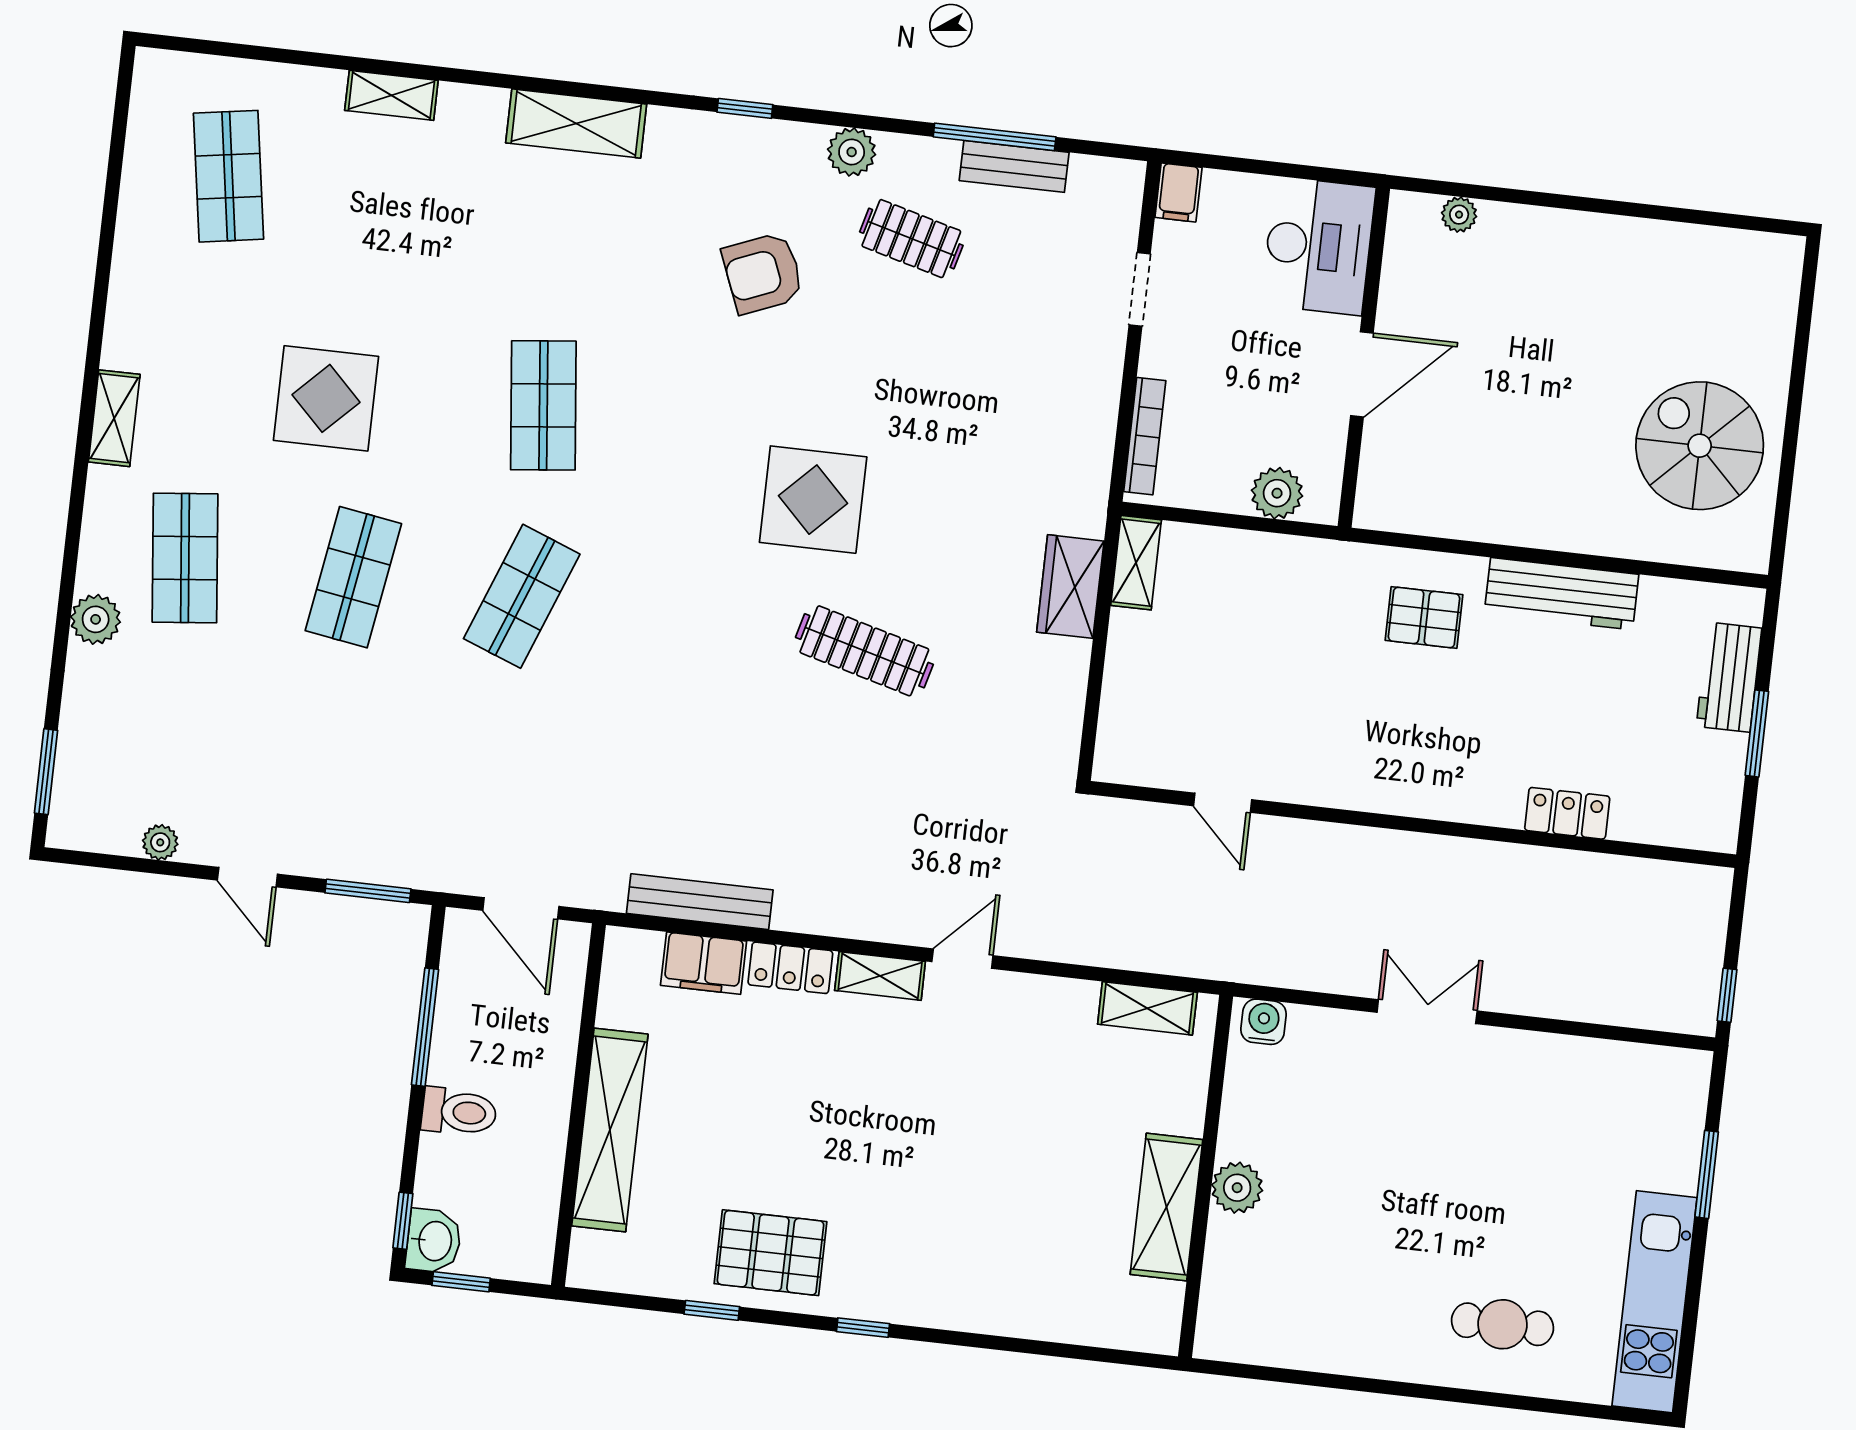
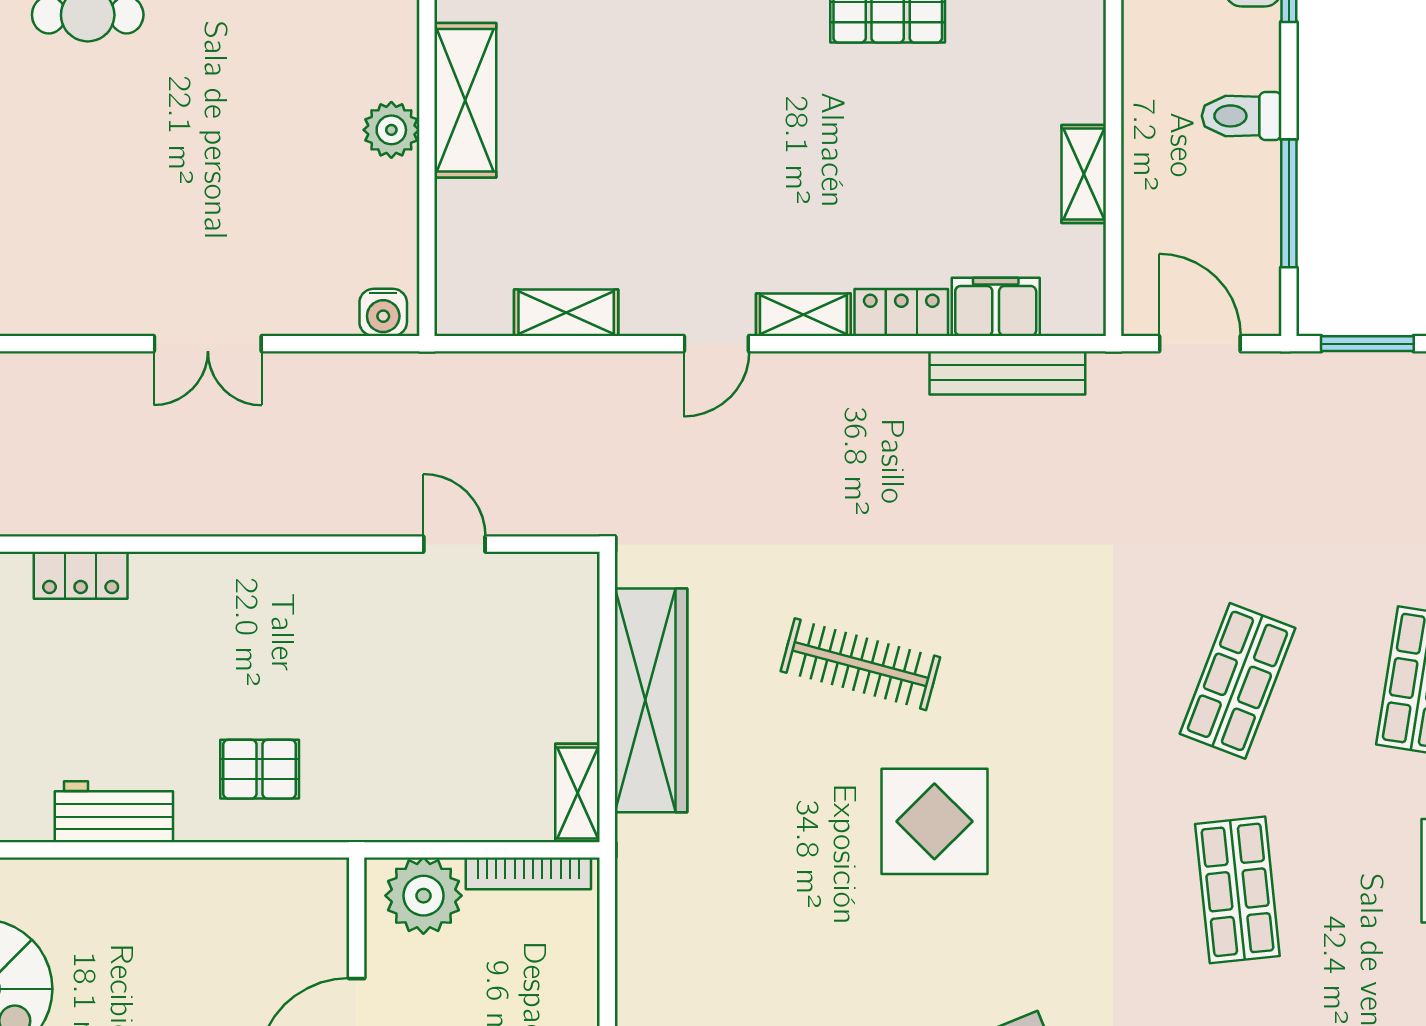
bookcase: (1145, 436) -> (528, 873), moved, turned -90
plant: (1277, 493) -> (423, 896), width x1.36, depth x1.36
wardrobe: (1070, 587) -> (651, 700), width x2.10, depth x1.17
workbench: (1562, 594) -> (114, 812), width x0.73
shelving: (1147, 1008) -> (566, 313), moved
shelving: (610, 1130) -> (1084, 174), width x0.45, depth x0.75

